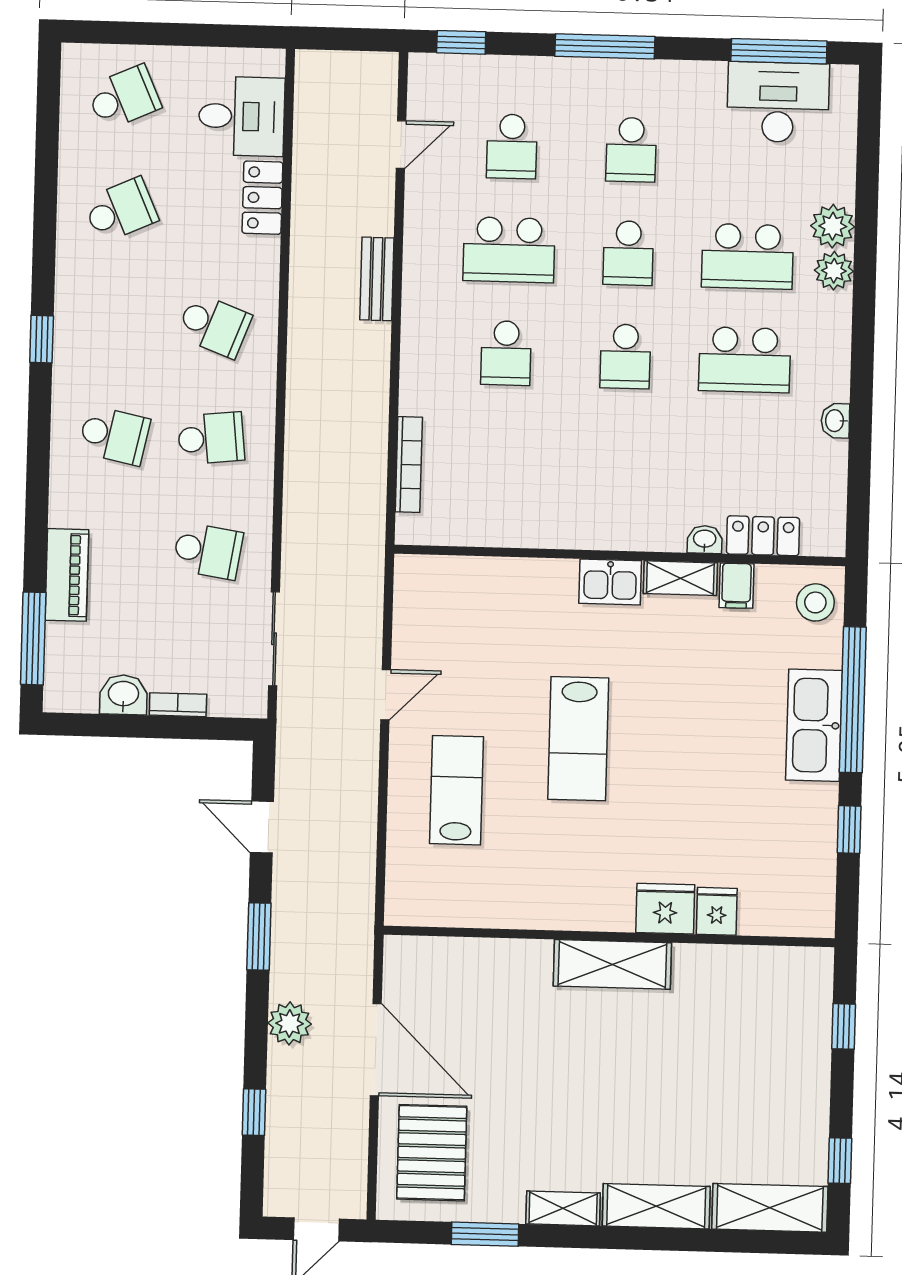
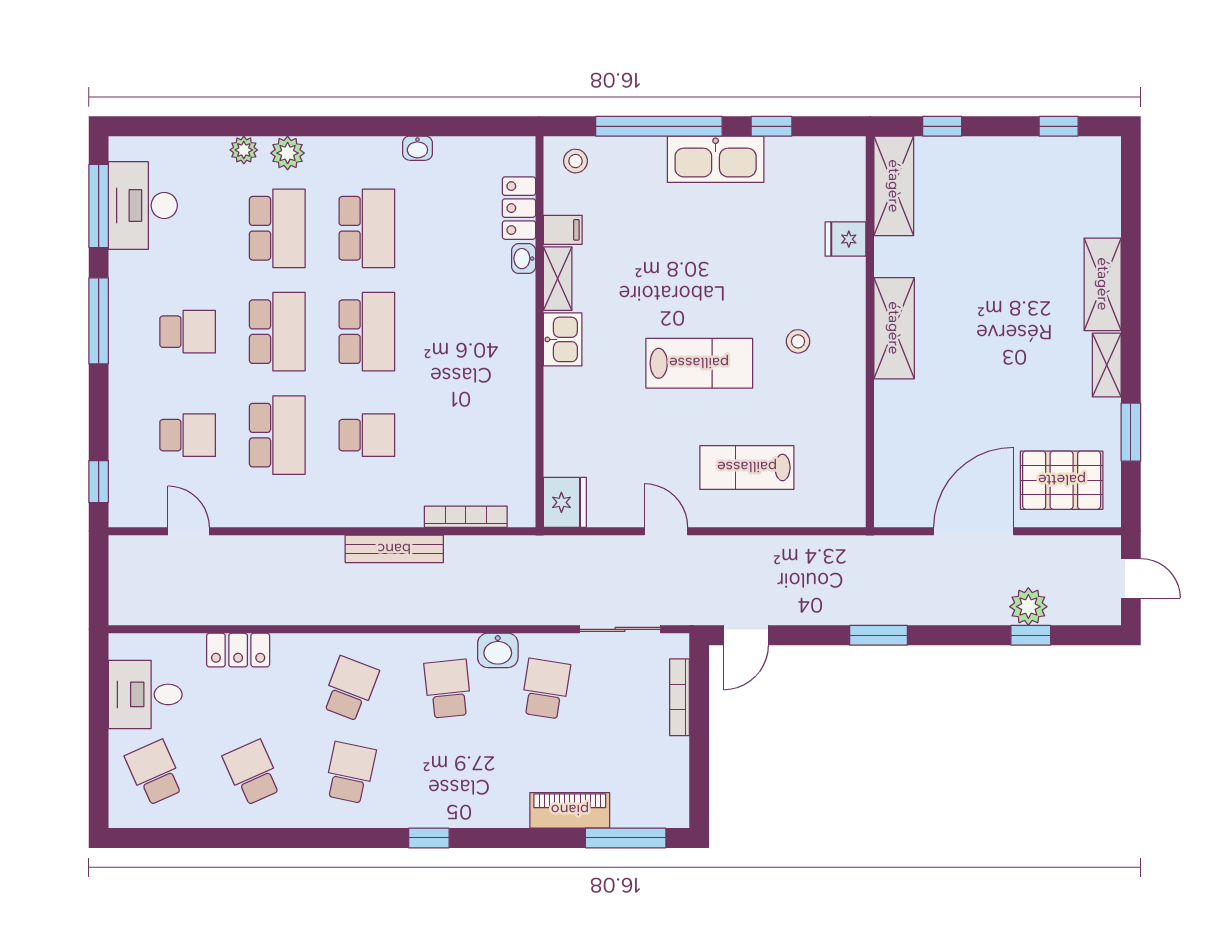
window: (605, 46) -> (99, 321), moved
desk: (242, 116) -> (145, 694), moved, turned -90
plant: (833, 226) -> (244, 150), width x0.73, depth x0.73
school desk: (628, 253) -> (277, 332), width x1.85
bench: (377, 279) -> (394, 549), moved, width x1.36
window: (42, 339) -> (429, 838), moved
school desk: (625, 356) -> (367, 332), width x1.85
school desk: (114, 436) -> (350, 773), moved
stool: (815, 602) -> (575, 161), width x0.73, depth x0.73
washbasin: (123, 695) -> (498, 650), moved, turned -90
bookcase: (178, 705) -> (680, 697), width x1.56
kitchen sink: (814, 725) -> (716, 159), moved
door: (262, 827) -> (746, 635), moved
stool: (600, 853) -> (798, 341), added
fridge: (665, 909) -> (565, 502), moved, turned 180
plant: (290, 1023) -> (1028, 607), moved
shelving: (770, 1208) -> (894, 186), moved

